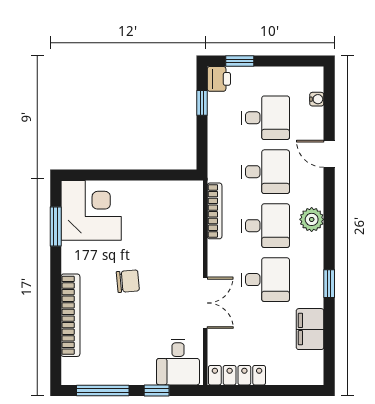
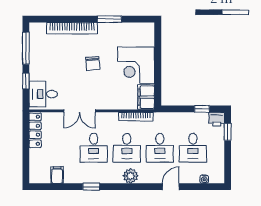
filing cabinet: (183, 194) -> (146, 97), added
corner desk: (91, 210) -> (136, 65), moved, turned 90
window: (56, 227) -> (109, 19), moved
filing cabinet: (310, 329) -> (57, 175), width x0.50

